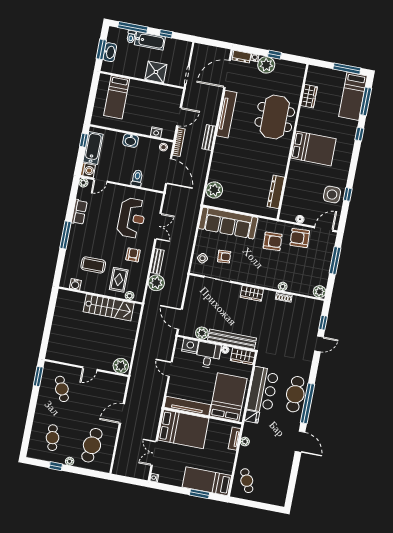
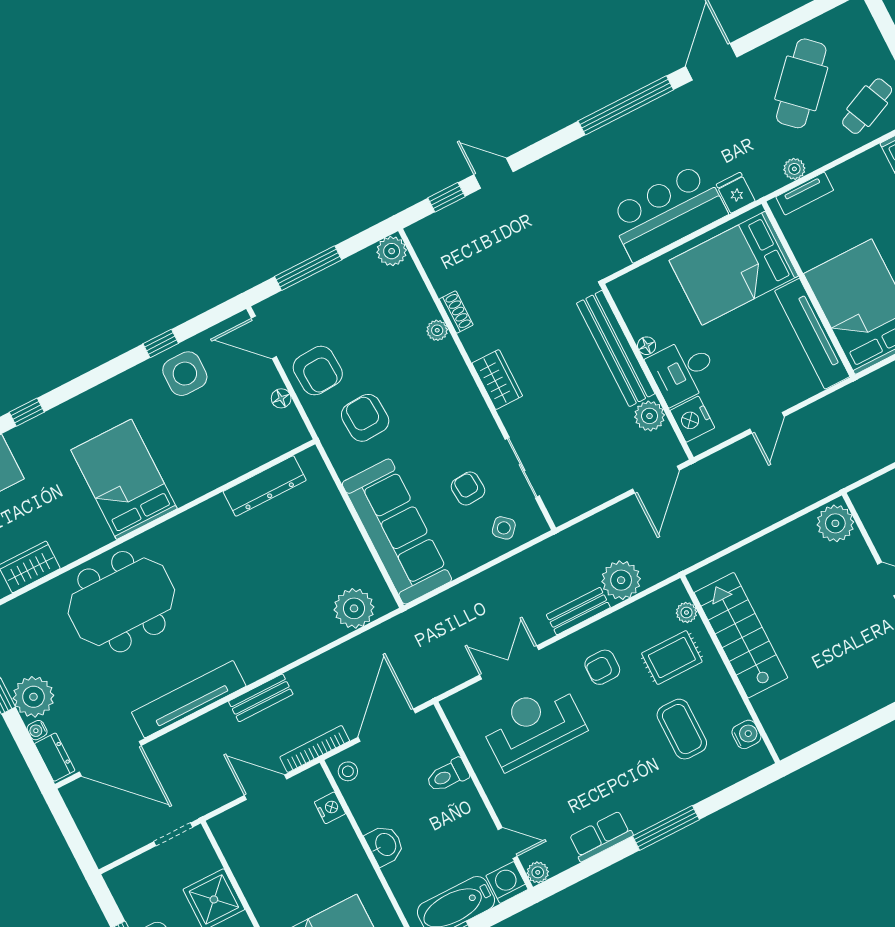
wardrobe: (243, 356) -> (632, 302), removed
cafe table: (295, 394) -> (801, 83), moved, turned -47

